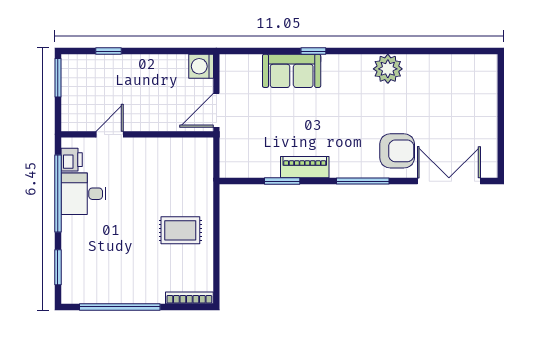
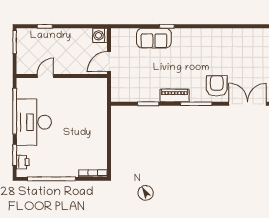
plant: (388, 69) -> (211, 37), removed
armchair: (397, 151) -> (217, 86), turned -90
printer: (72, 160) -> (23, 162), moved
piano: (305, 167) -> (175, 96), moved
desk: (83, 194) -> (34, 122), width x1.87, depth x1.30
rug: (180, 230) -> (88, 133), removed

